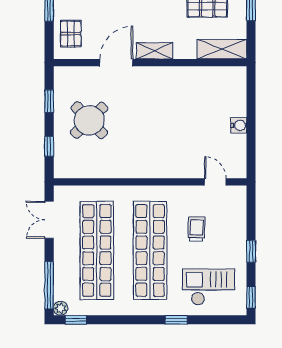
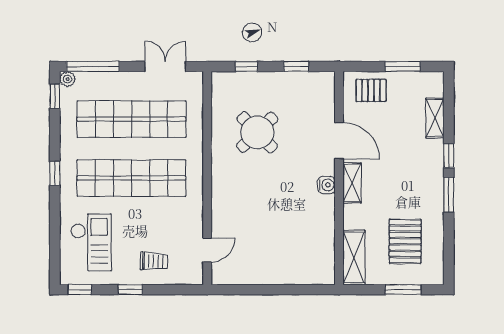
round table: (89, 120) -> (257, 132), moved
water cooler: (239, 125) -> (326, 185), moved, turned -90
trolley: (197, 229) -> (154, 261), moved
window: (176, 320) -> (55, 173), moved

